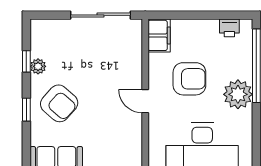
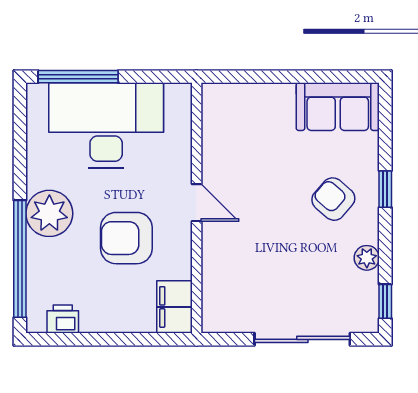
sliding door: (100, 15) -> (302, 339), moved
window: (26, 61) -> (385, 301), moved
armchair: (59, 103) -> (333, 199), width x0.72, depth x0.72

